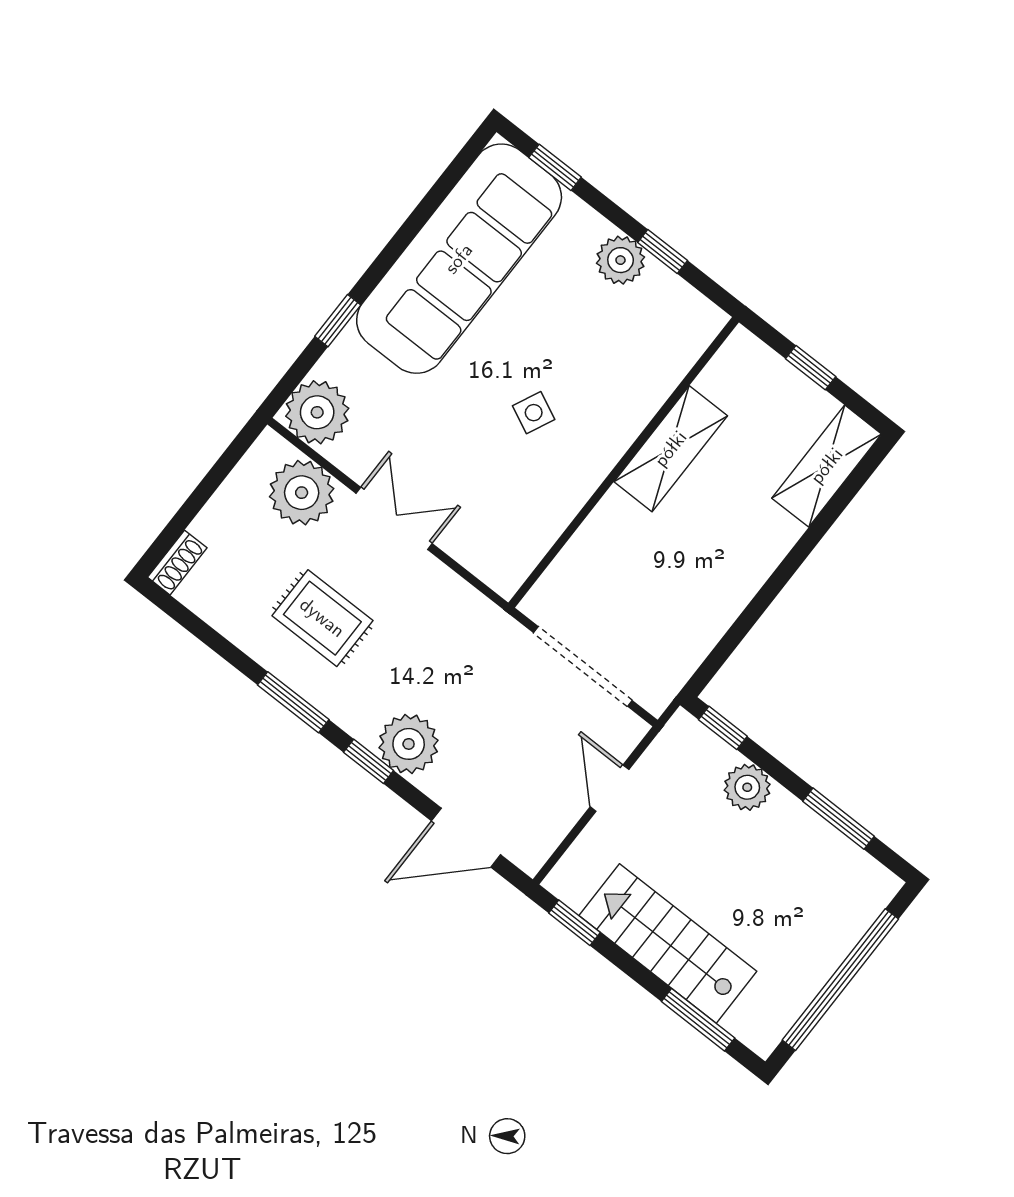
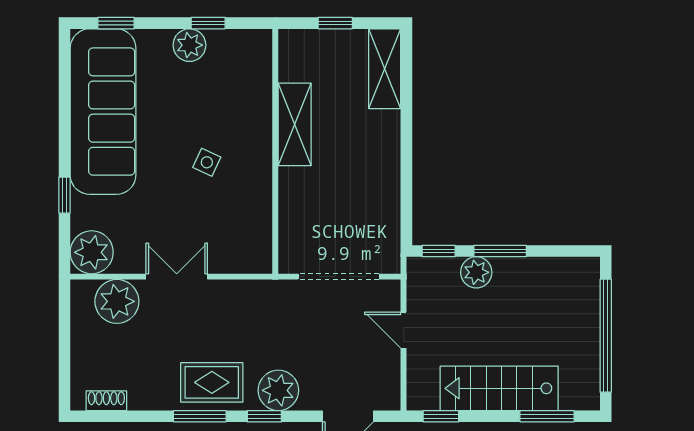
shoe rack: (177, 563) -> (106, 401), moved, turned -90
rug: (322, 618) -> (212, 382), moved
window: (838, 819) -> (500, 251), moved

